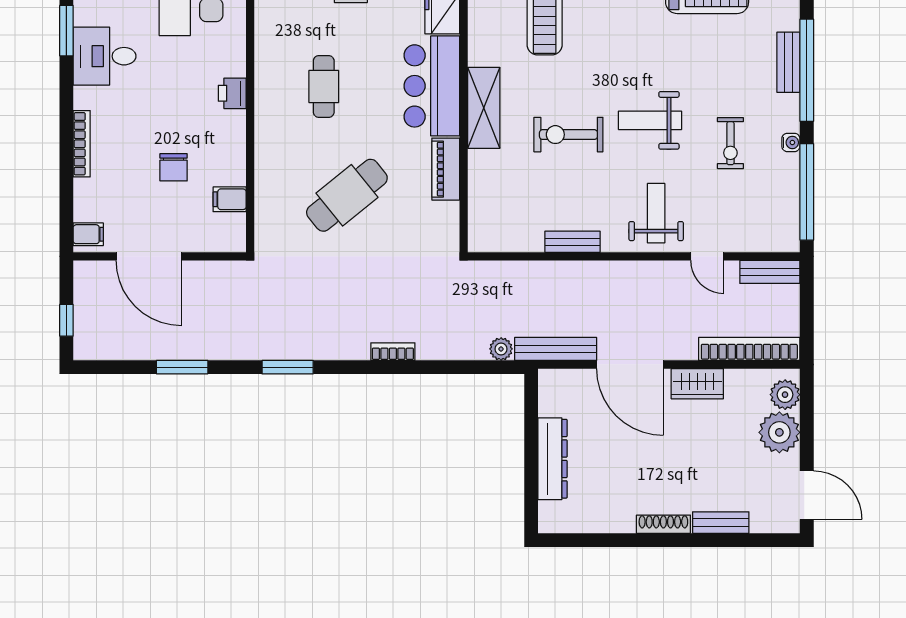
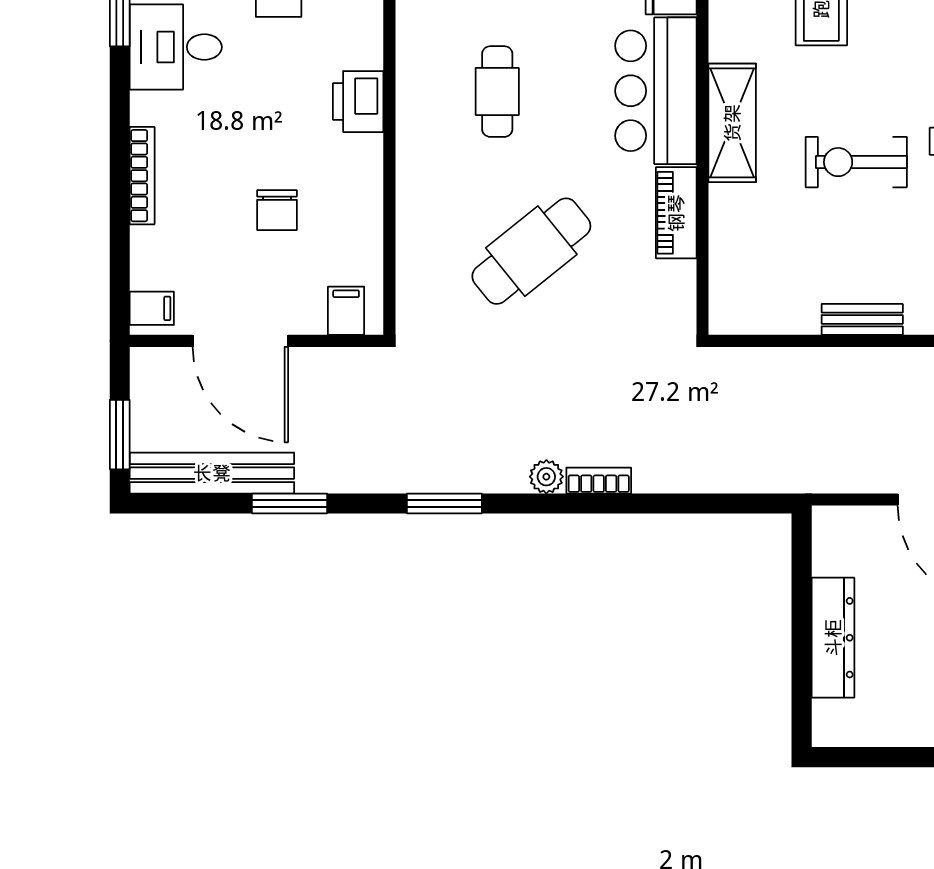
printer: (232, 93) -> (358, 102), width x1.36, depth x1.24
filing cabinet: (230, 199) -> (346, 311), moved, turned 90
window: (66, 320) -> (120, 435), width x1.50
plant: (501, 349) -> (546, 477), moved
bench: (556, 349) -> (212, 473), moved, width x1.37, depth x1.21

